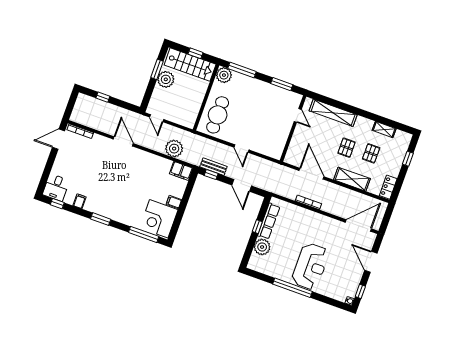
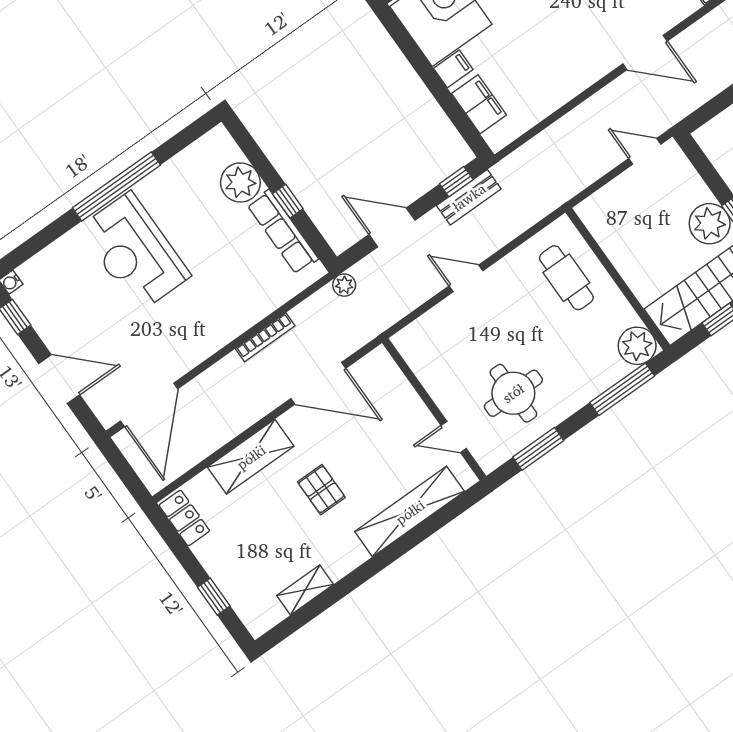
round table: (269, 106) -> (513, 393), added
cafe table: (218, 115) -> (566, 278), width x0.73, depth x0.74
plant: (174, 149) -> (344, 285), moved, width x0.53, depth x0.53
pallet: (371, 153) -> (276, 531), removed
filing cabinet: (181, 171) -> (479, 104), moved, turned 90

